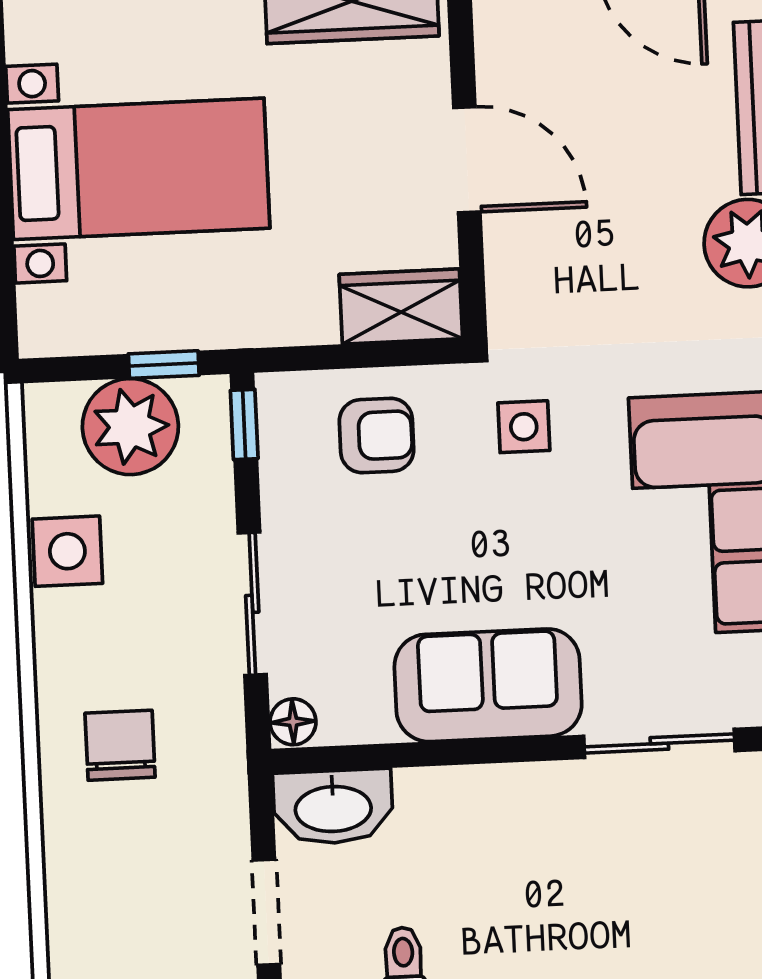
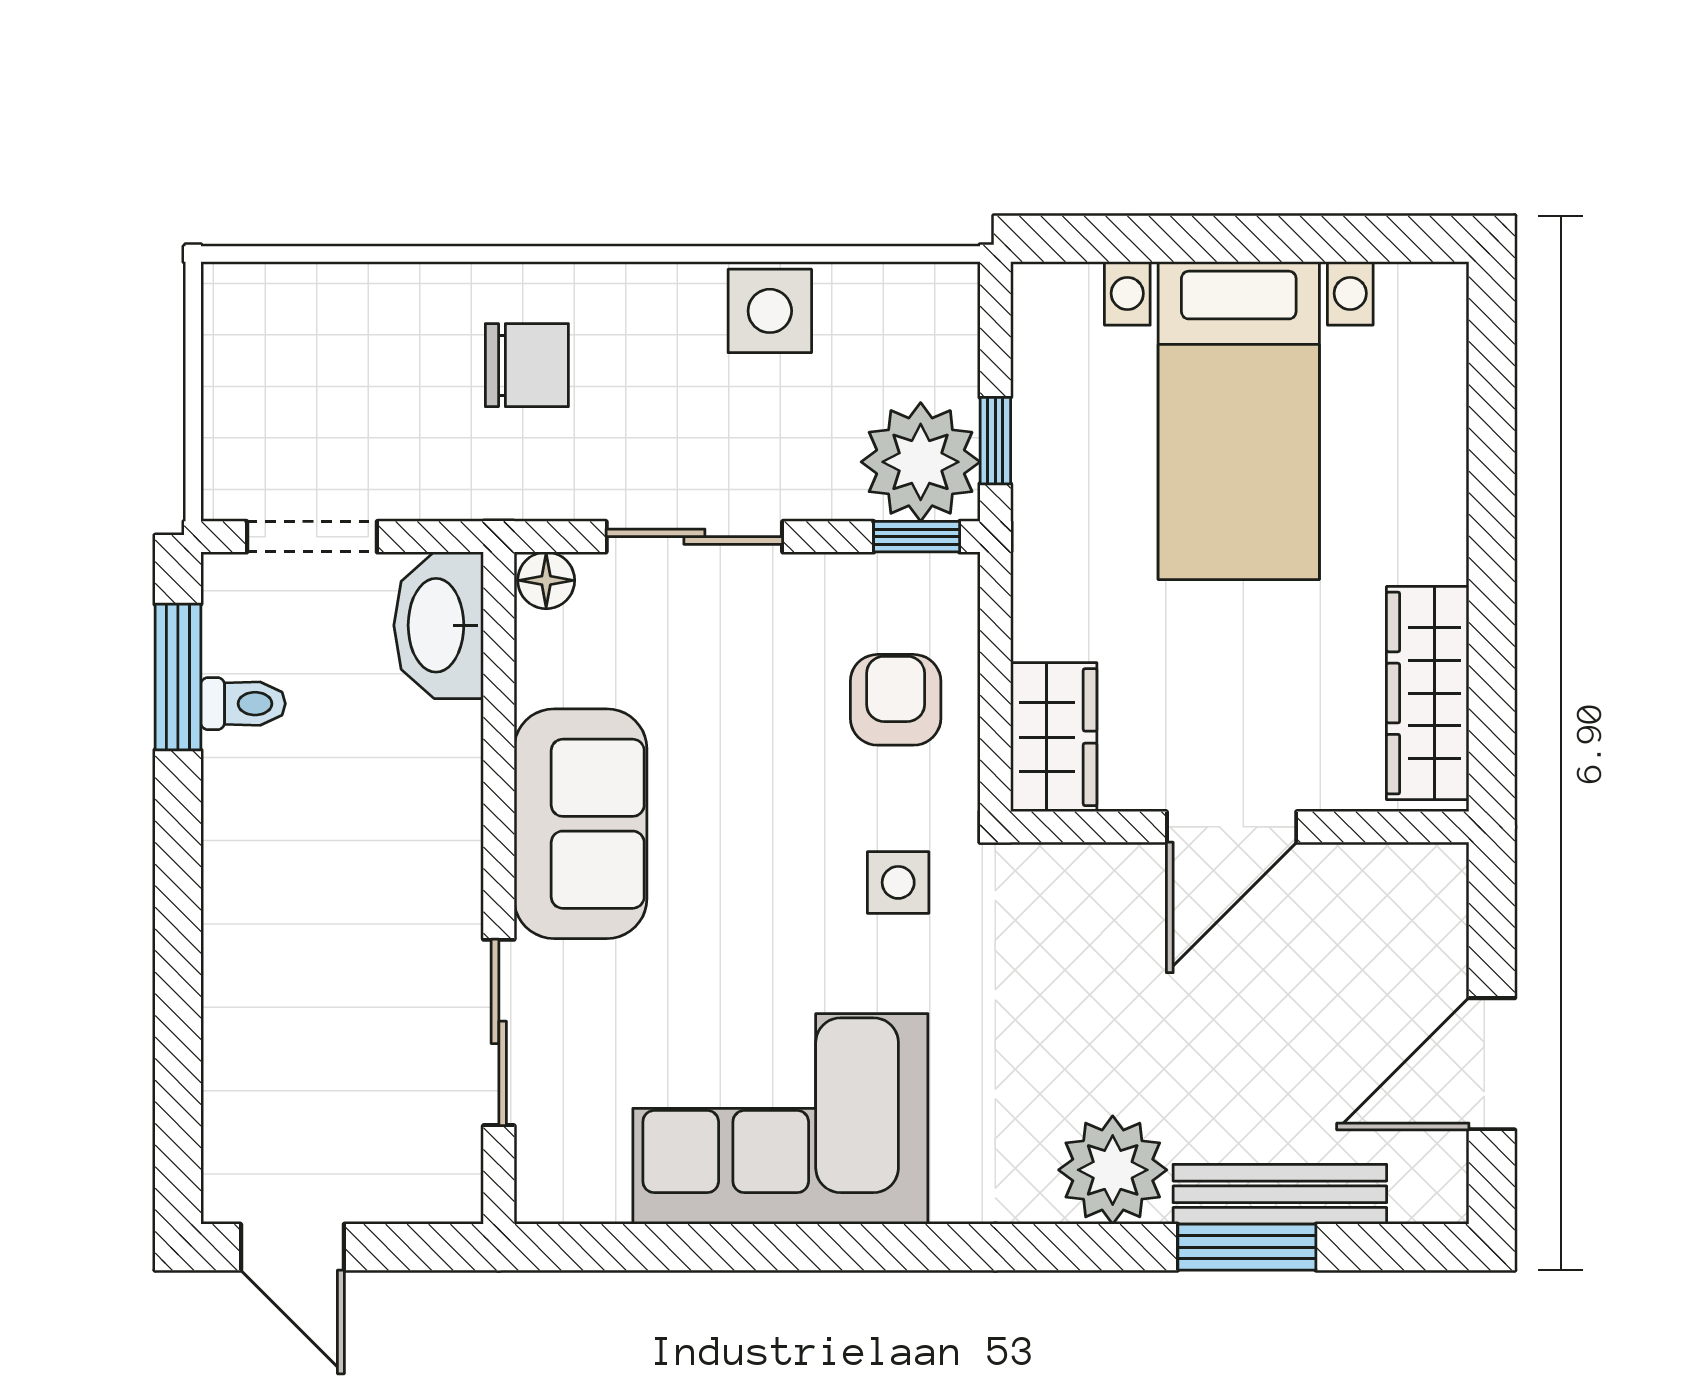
plant: (130, 427) -> (921, 462), moved
armchair: (377, 435) -> (896, 700), turned 180

